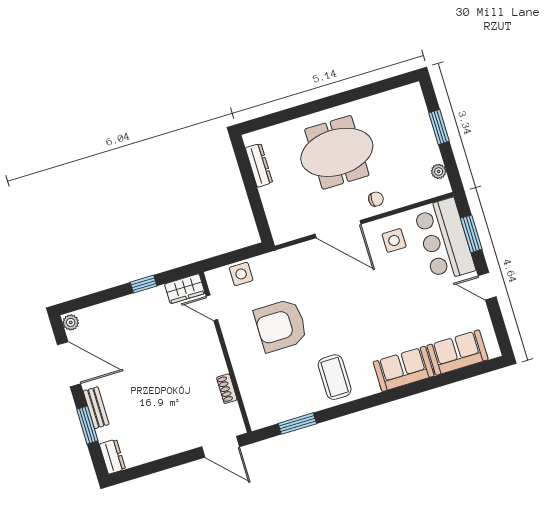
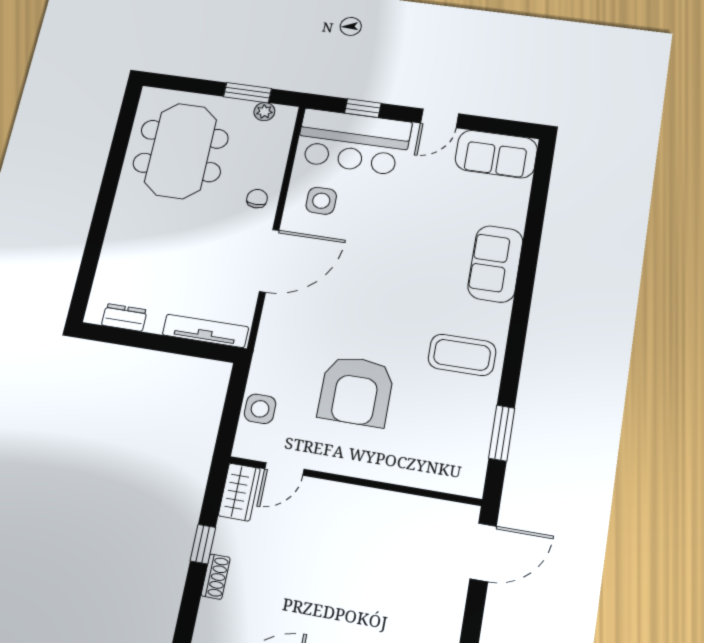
window: (439, 127) -> (247, 93), moved
meeting table: (337, 152) -> (181, 151), moved
dresser: (259, 165) -> (124, 317), width x0.70
tv unit: (273, 214) -> (205, 331), added
window: (471, 234) -> (363, 108), width x0.67
sofa: (458, 353) -> (496, 154), moved, turned -90
shoe rack: (227, 389) -> (216, 577), moved, turned -90

